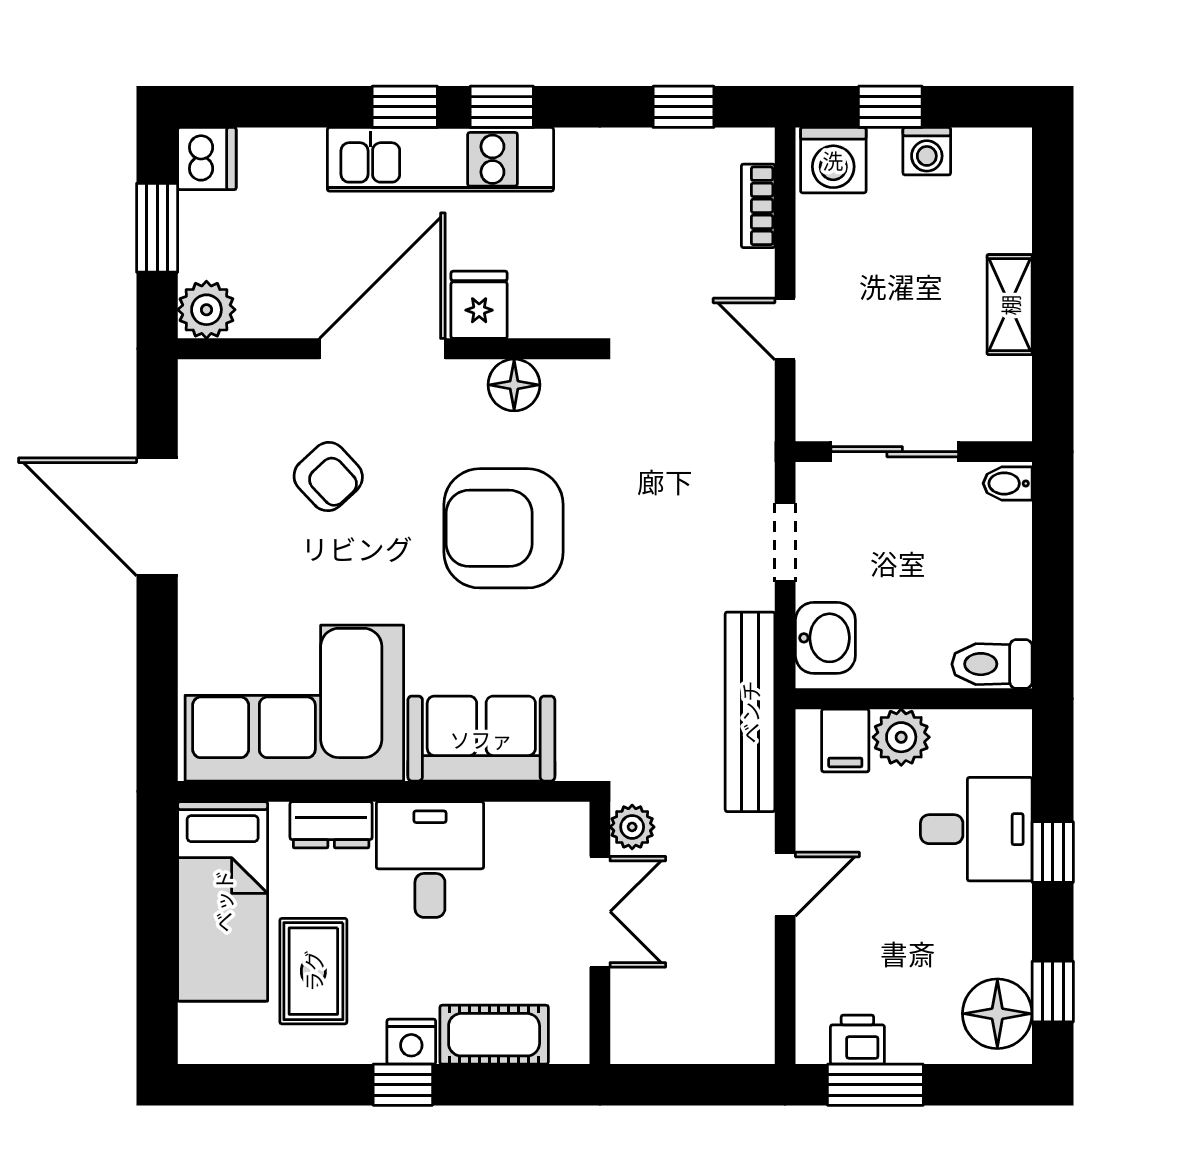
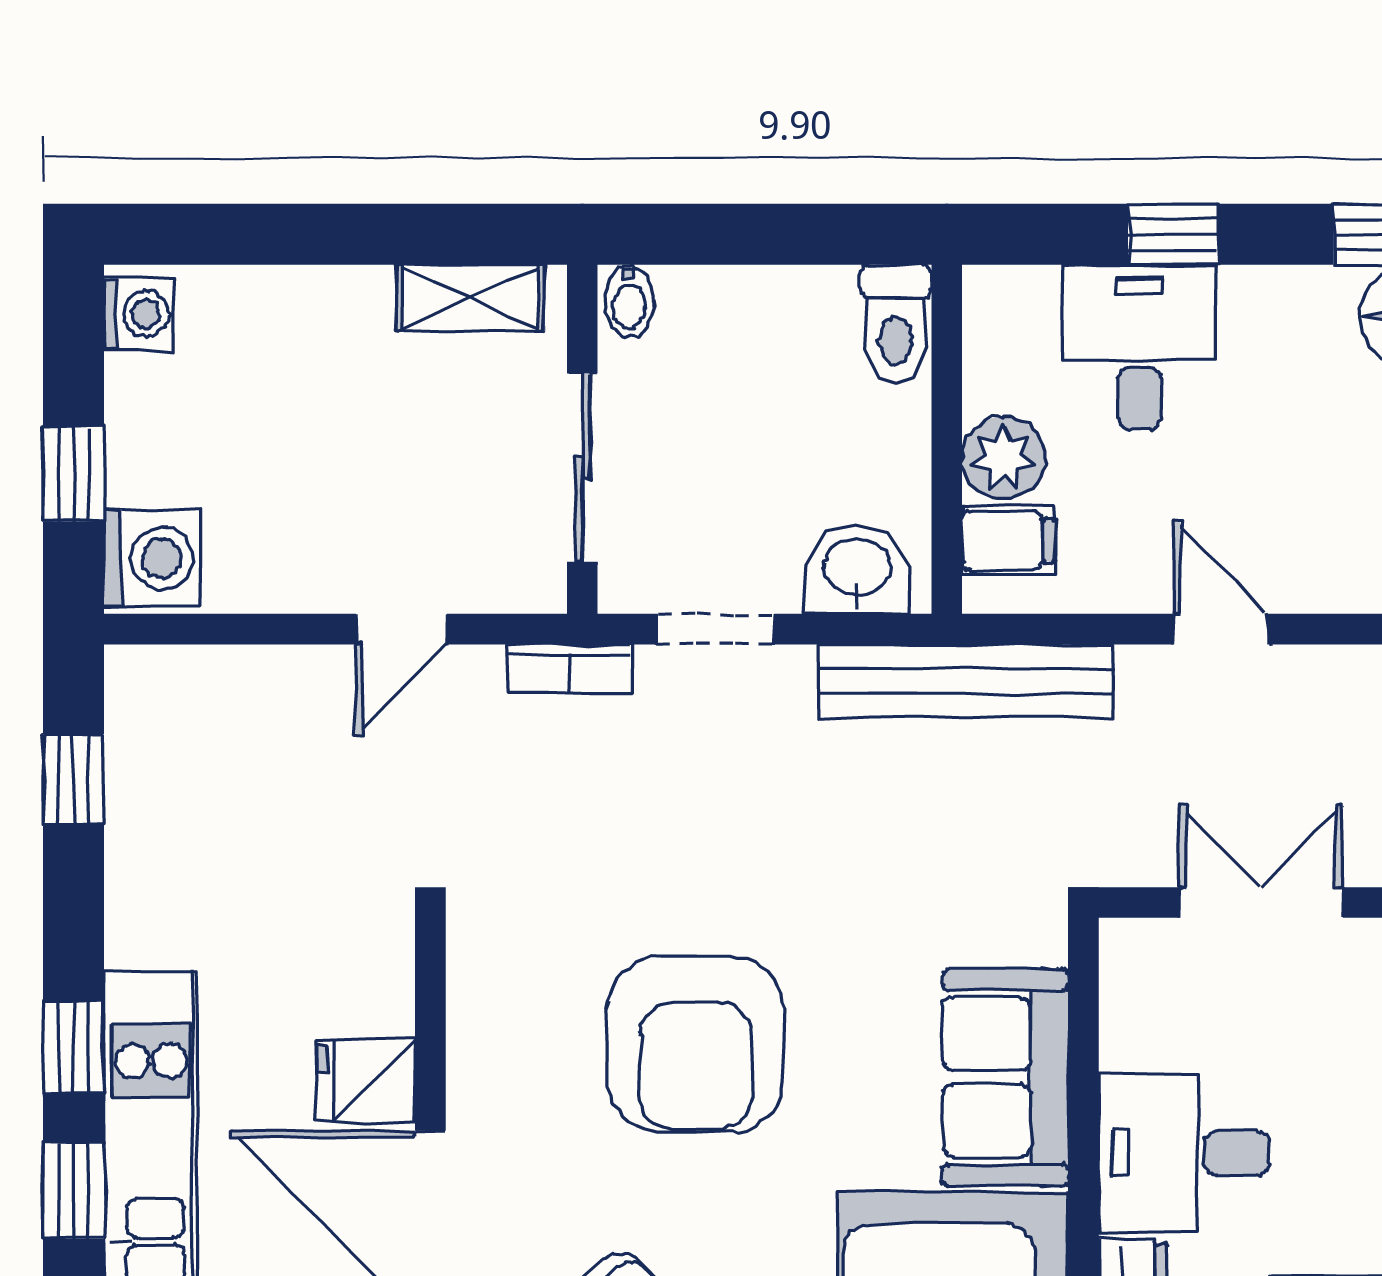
washing machine: (927, 151) -> (139, 314), moved
bookcase: (758, 206) -> (569, 669), moved
shelving: (1010, 305) -> (470, 298), moved
floor lamp: (514, 385) -> (484, 1029), removed
plant: (632, 827) -> (1136, 855), removed

